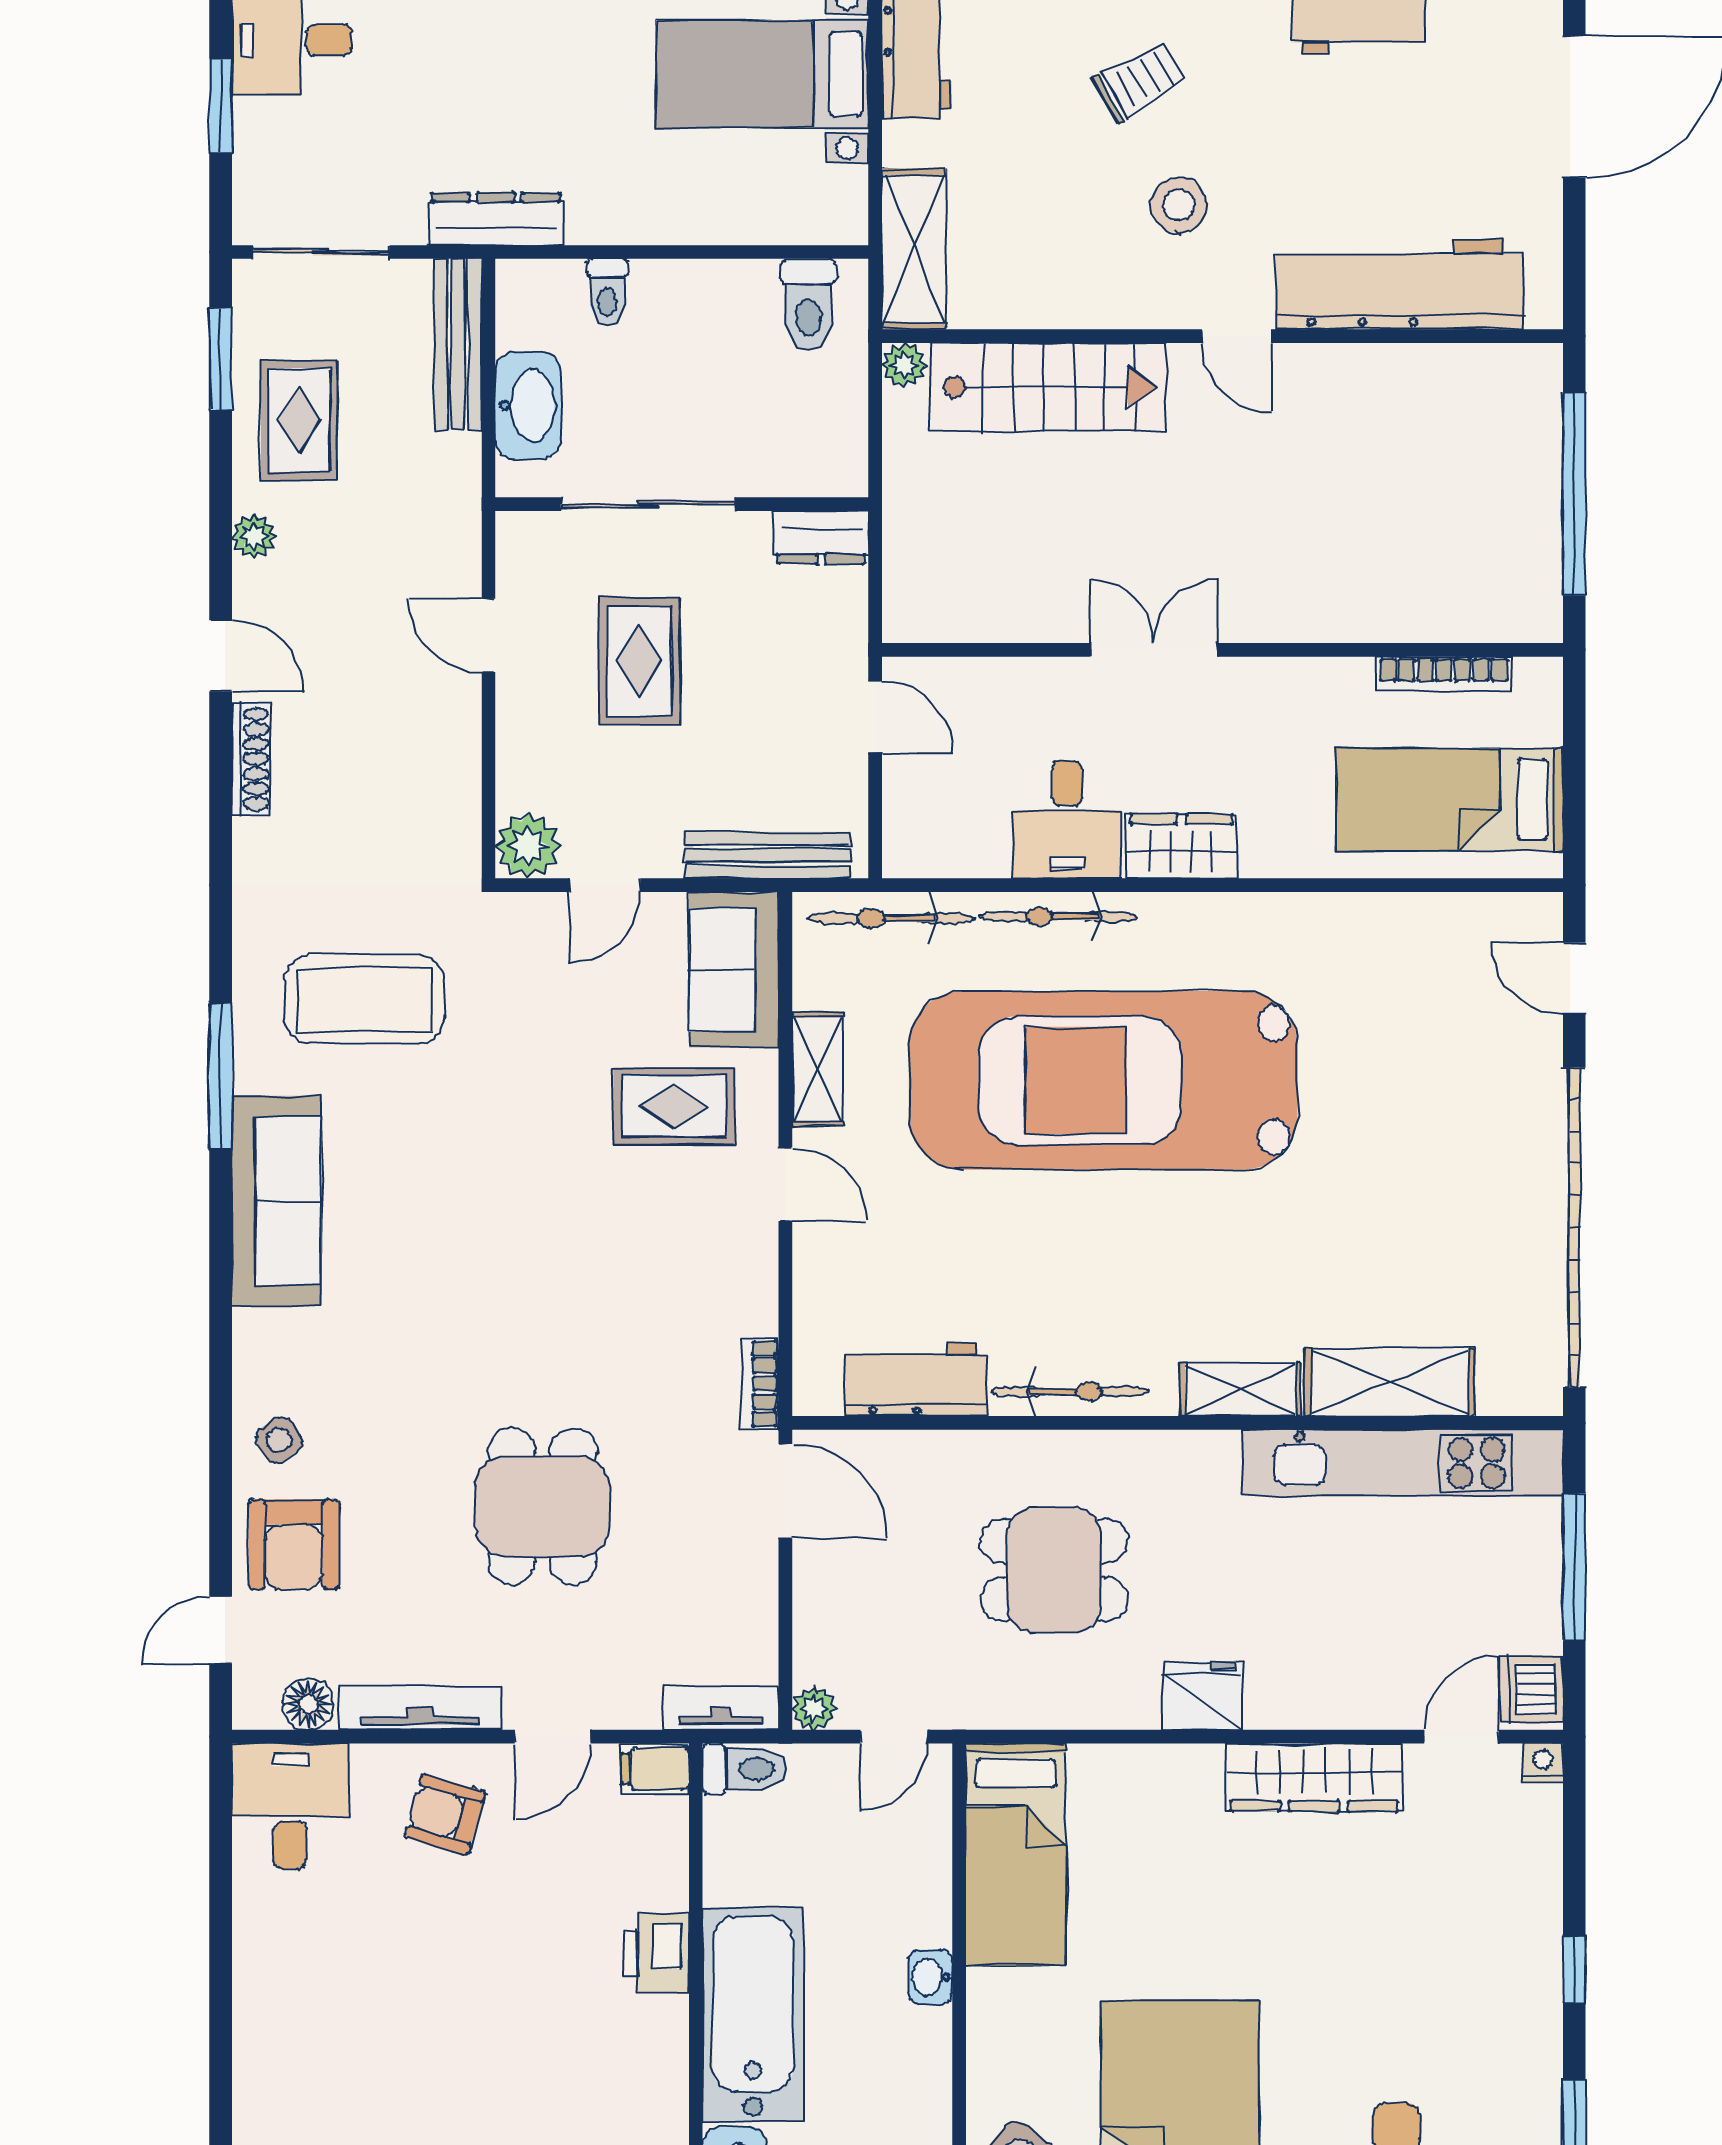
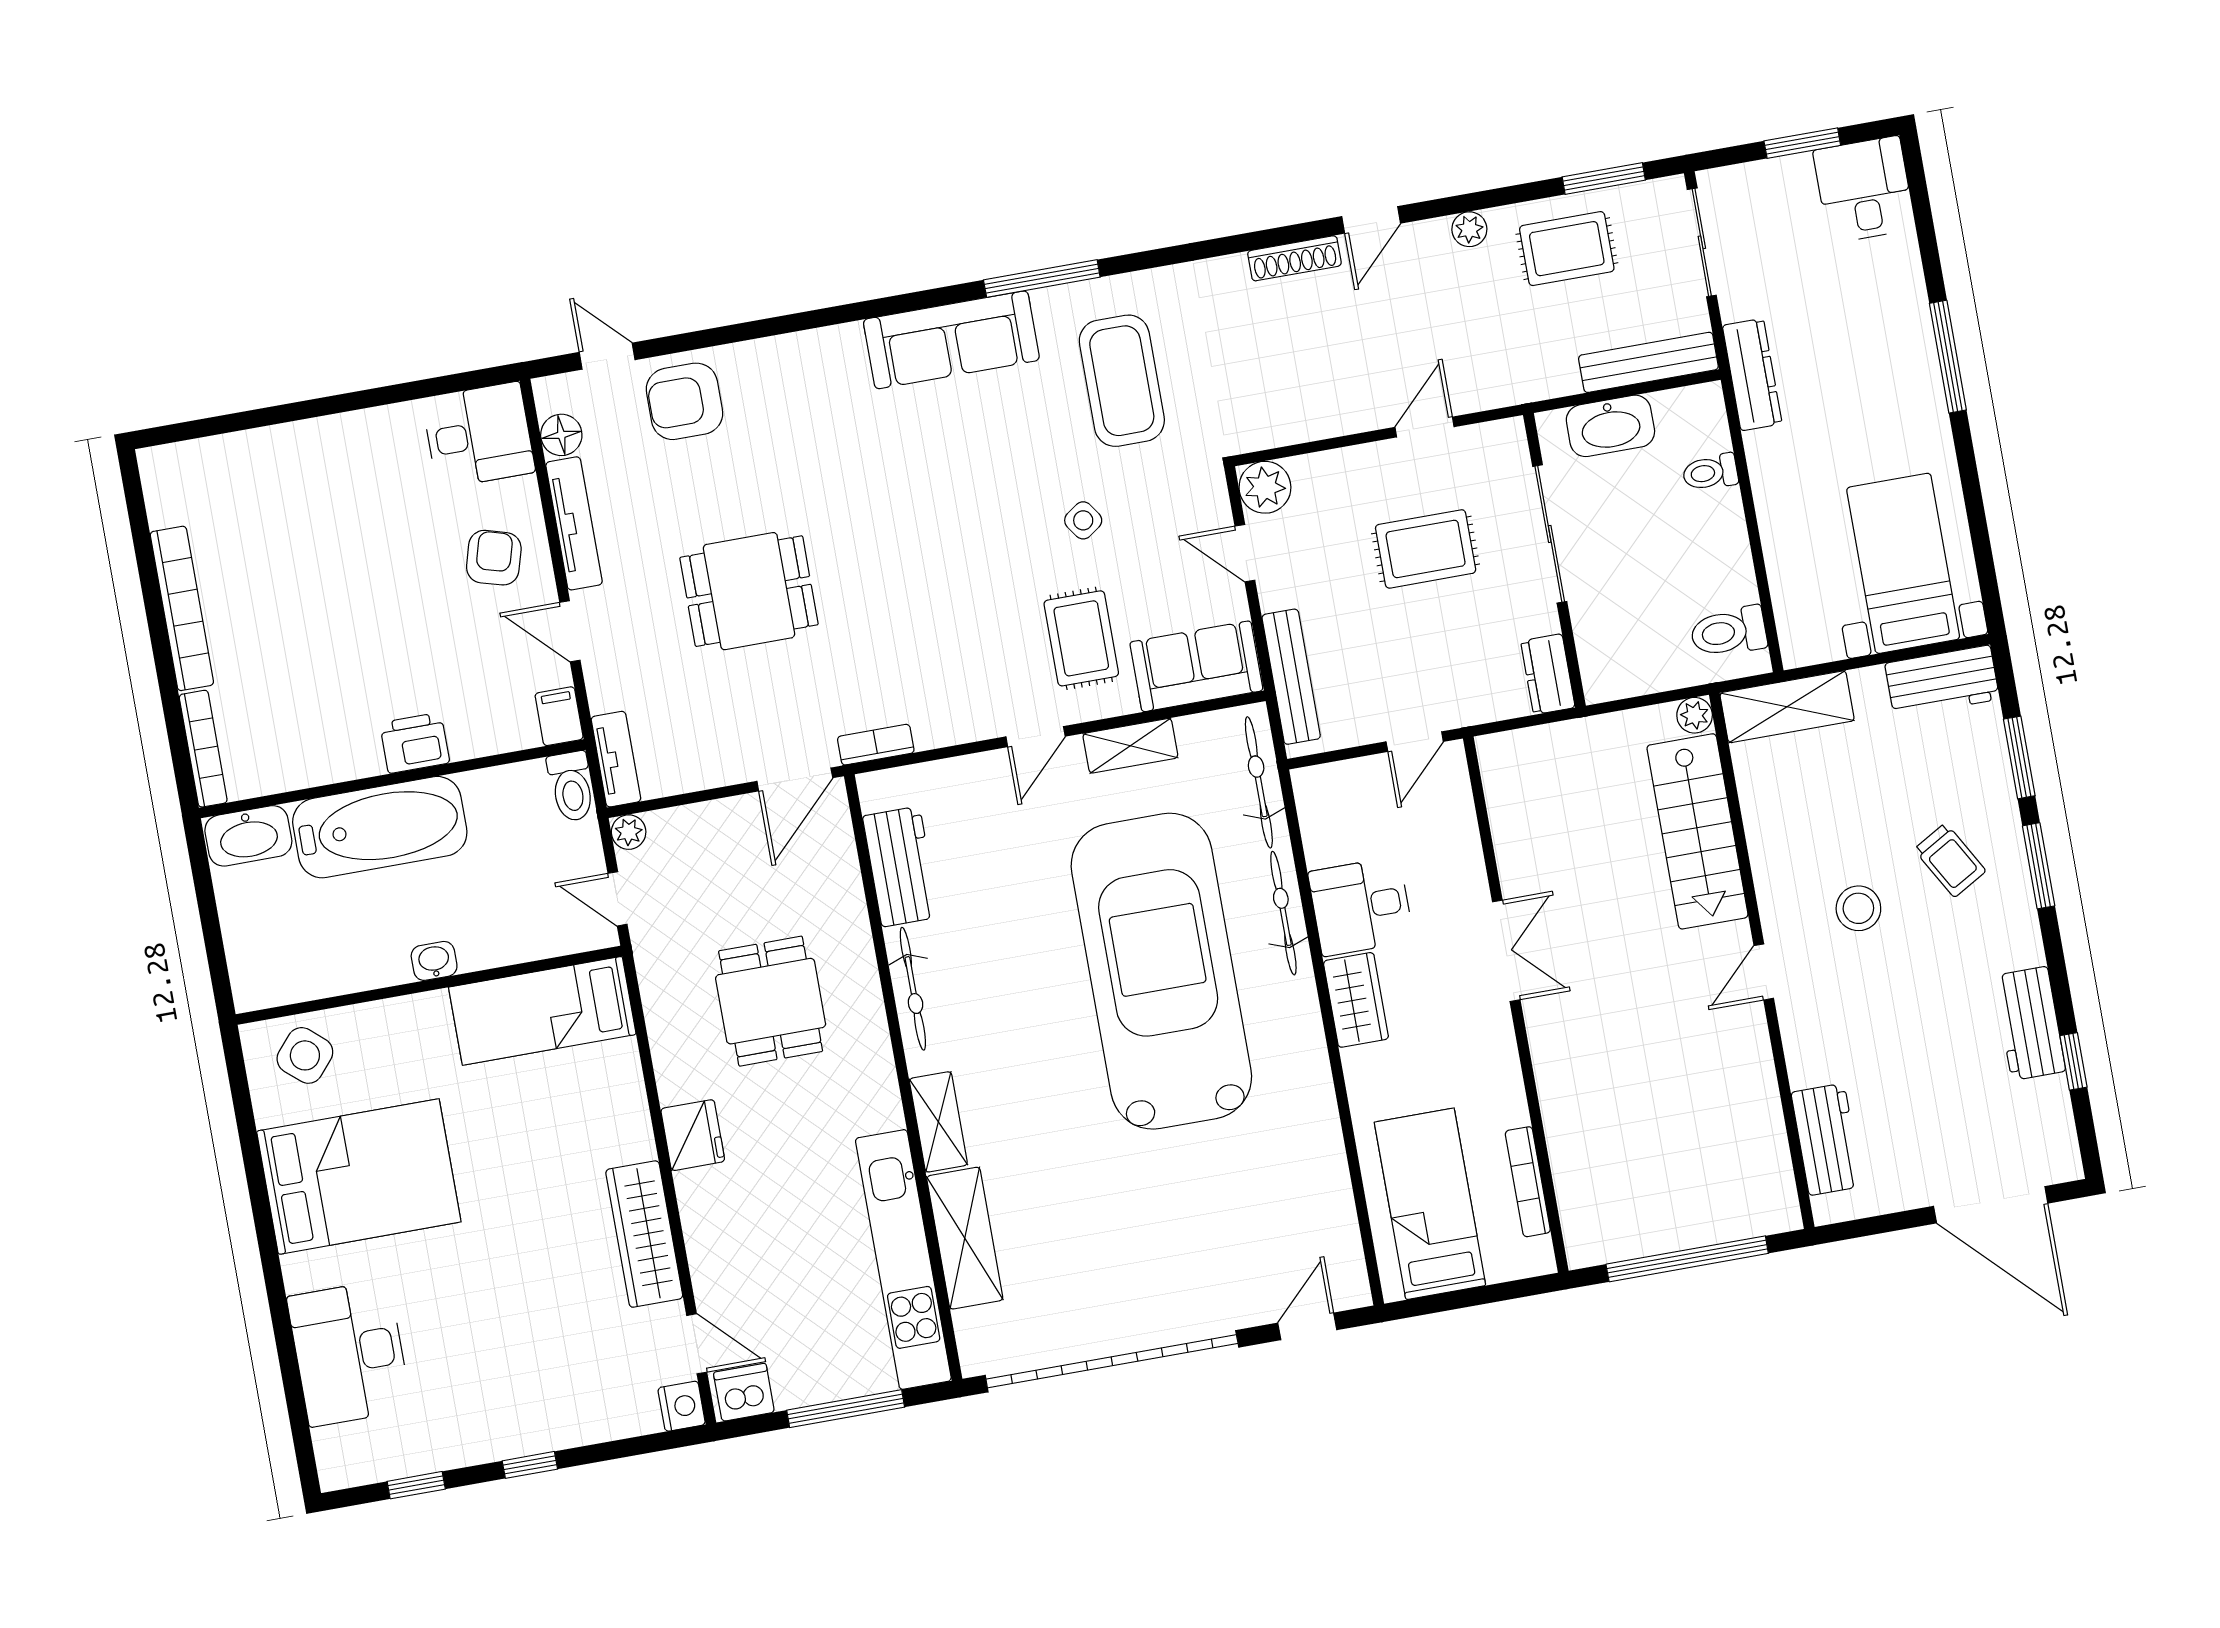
workbench: (1400, 284) -> (1827, 1139), width x0.53, depth x0.76
side table: (279, 1440) -> (1083, 520), moved
nightstand: (1543, 1762) -> (682, 1406), width x1.39, depth x1.35

